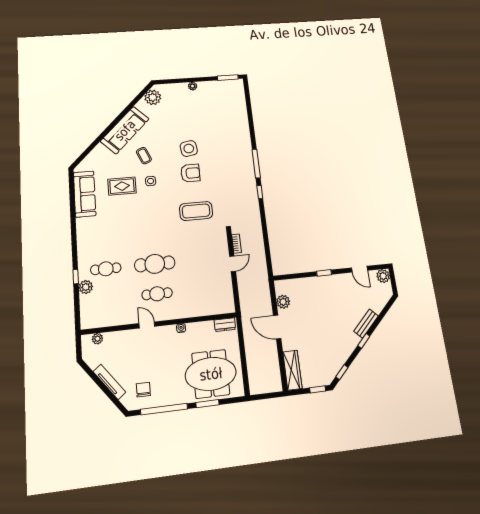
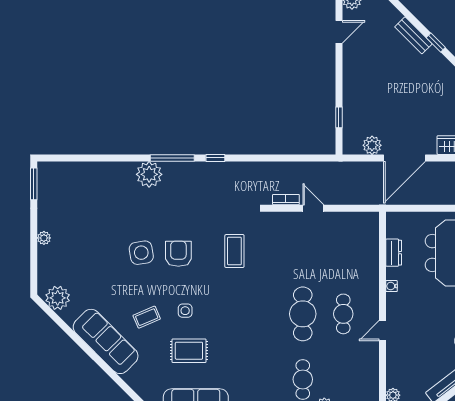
plant: (243, 149) -> (149, 174), added
rug: (122, 186) -> (189, 351), turned 90
coffee table: (196, 211) -> (234, 251), width x0.73, depth x0.76
window: (324, 273) -> (339, 117), moved
dresser: (225, 325) -> (394, 253), moved
door: (277, 327) -> (404, 158), width x1.36

